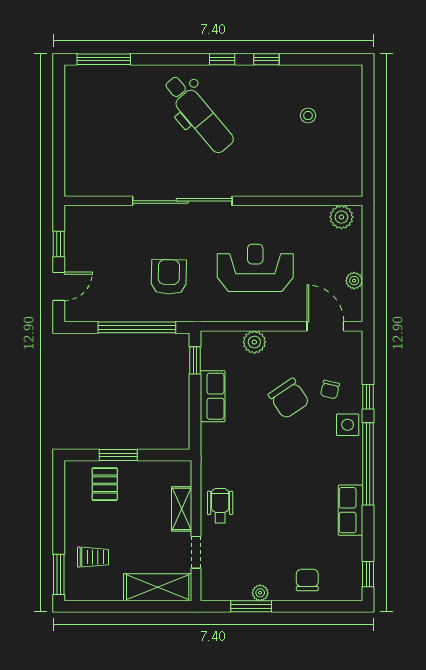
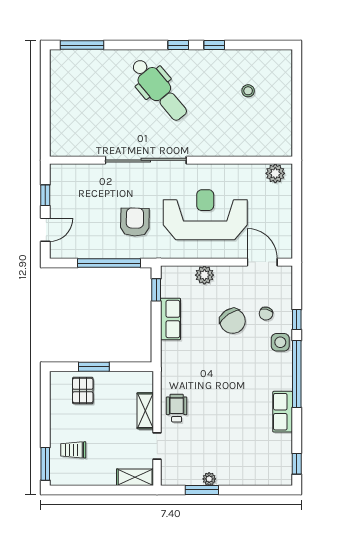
reception desk: (255, 268) -> (205, 215), width x1.36, depth x1.30
plant: (354, 281) -> (286, 225), removed
trolley: (93, 557) -> (73, 450), turned 180
chair: (307, 580) -> (248, 468), removed
shelving: (158, 587) -> (135, 477), width x0.67, depth x0.75

